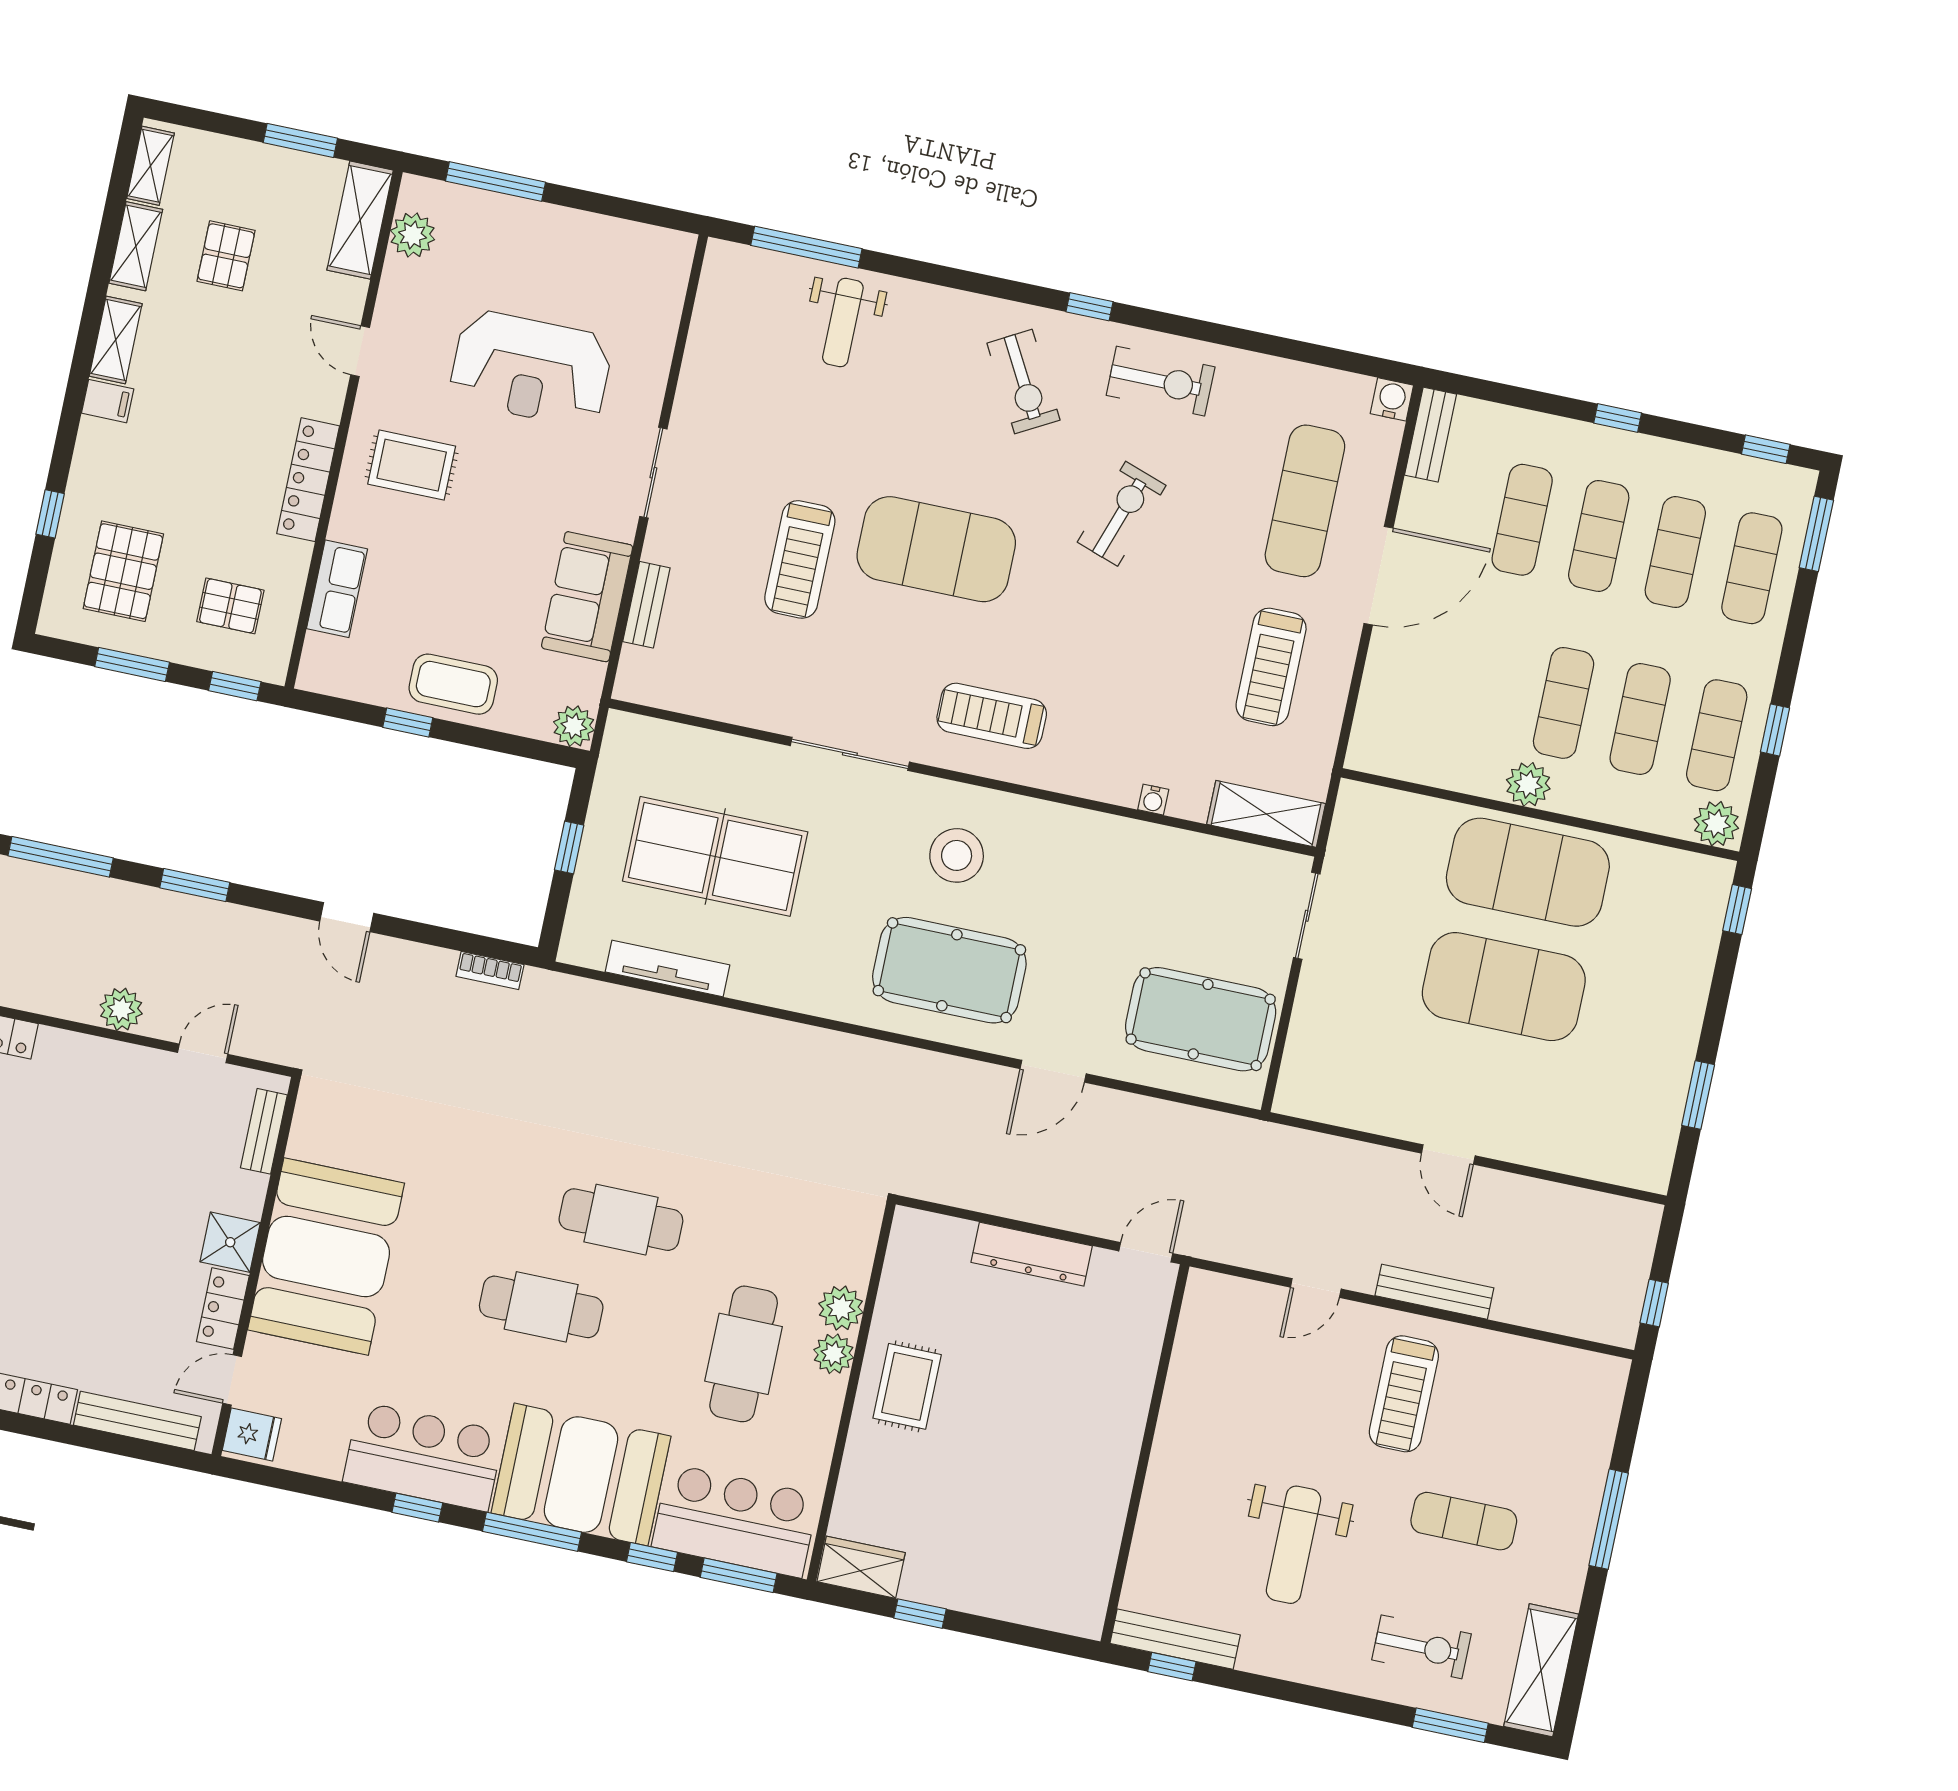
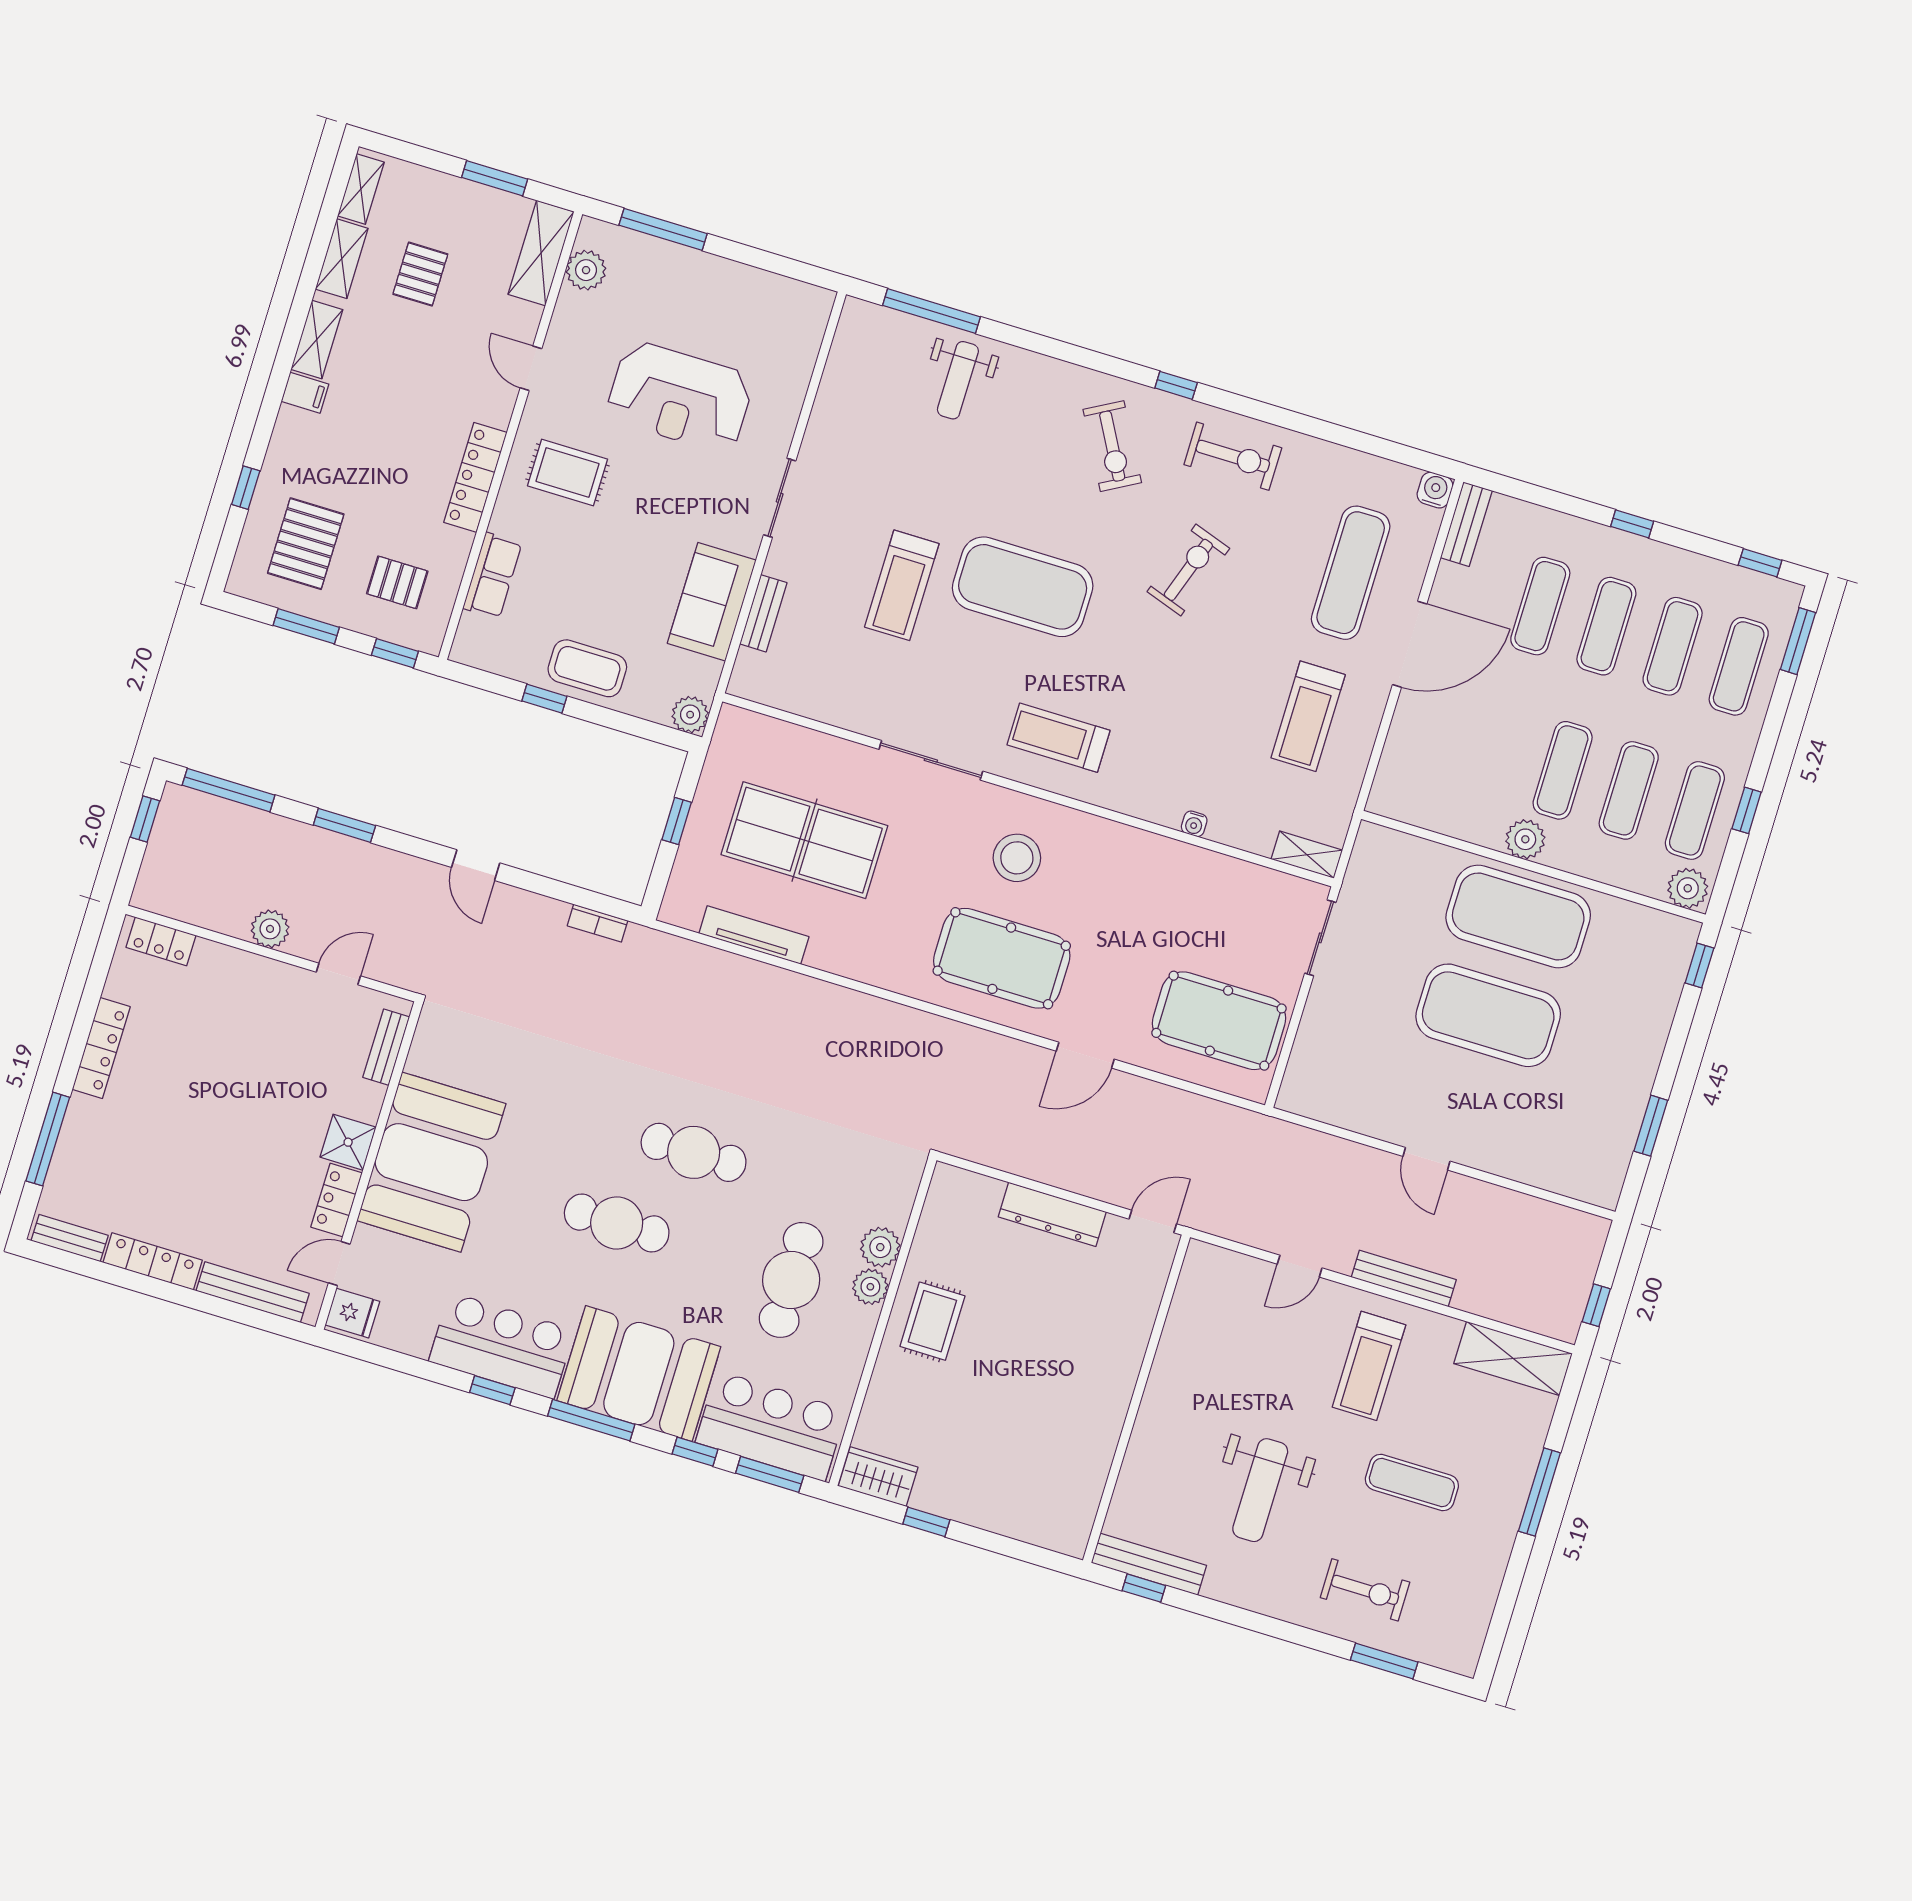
shelving: (1266, 814) -> (1307, 855), width x0.67, depth x0.75
shelving: (1541, 1670) -> (1513, 1358), moved, turned 90

